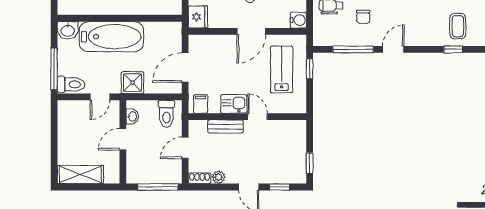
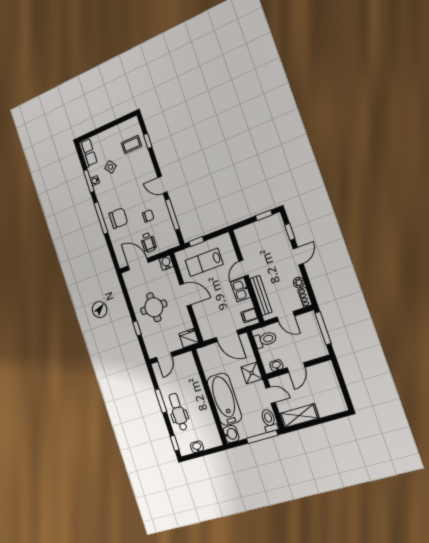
bench: (225, 127) -> (261, 295), width x1.36
door: (123, 139) -> (296, 368), hinge flipped
shelving: (80, 175) -> (299, 416), moved, turned 90

